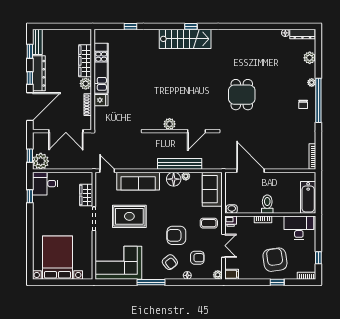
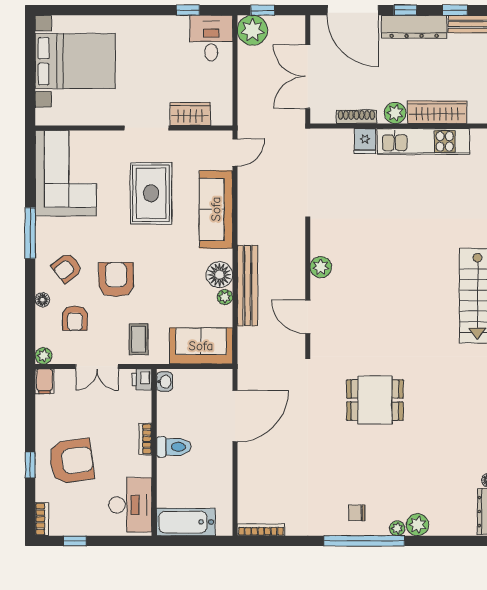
plant: (310, 58) -> (417, 525), moved

